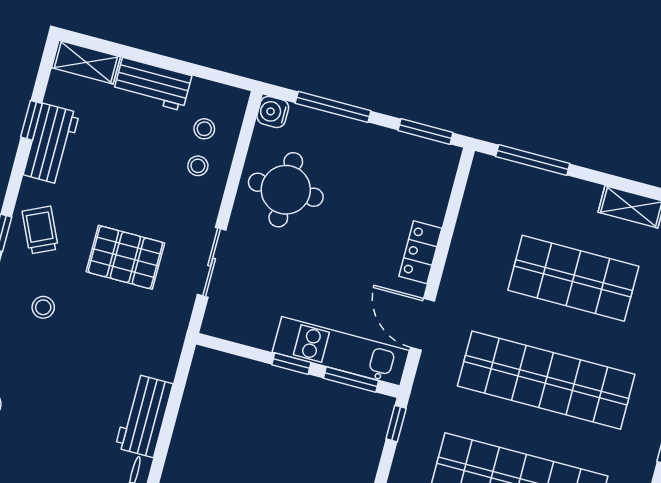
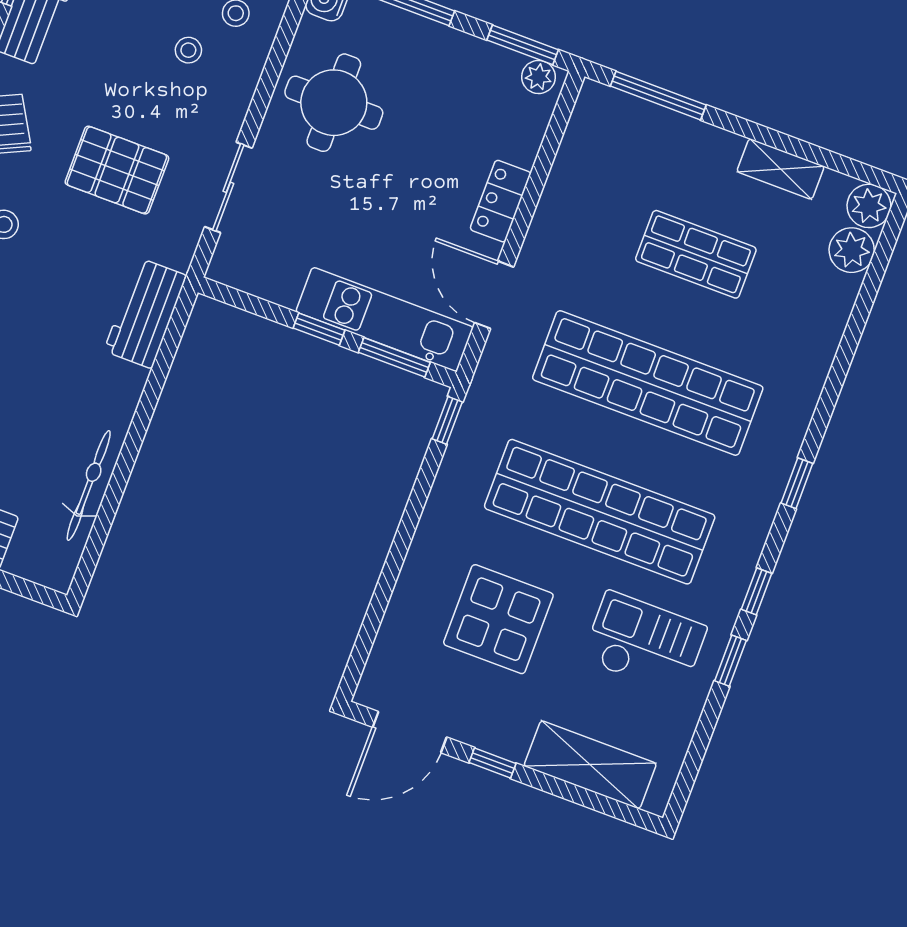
plant: (440, 155) -> (538, 77), added
stool: (198, 166) -> (188, 50), moved
shop shelf: (573, 278) -> (696, 254), width x0.70, depth x0.74
workbench: (144, 416) -> (145, 313), moved

